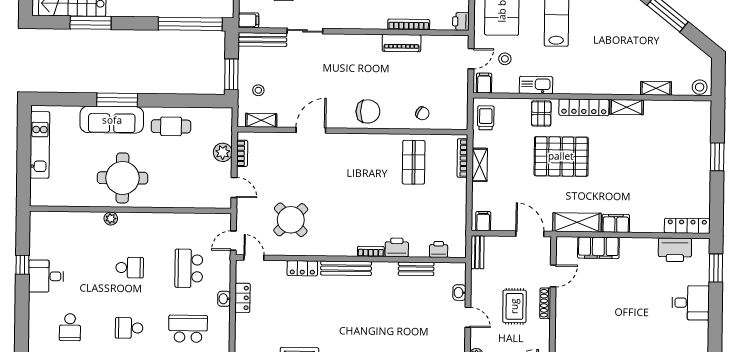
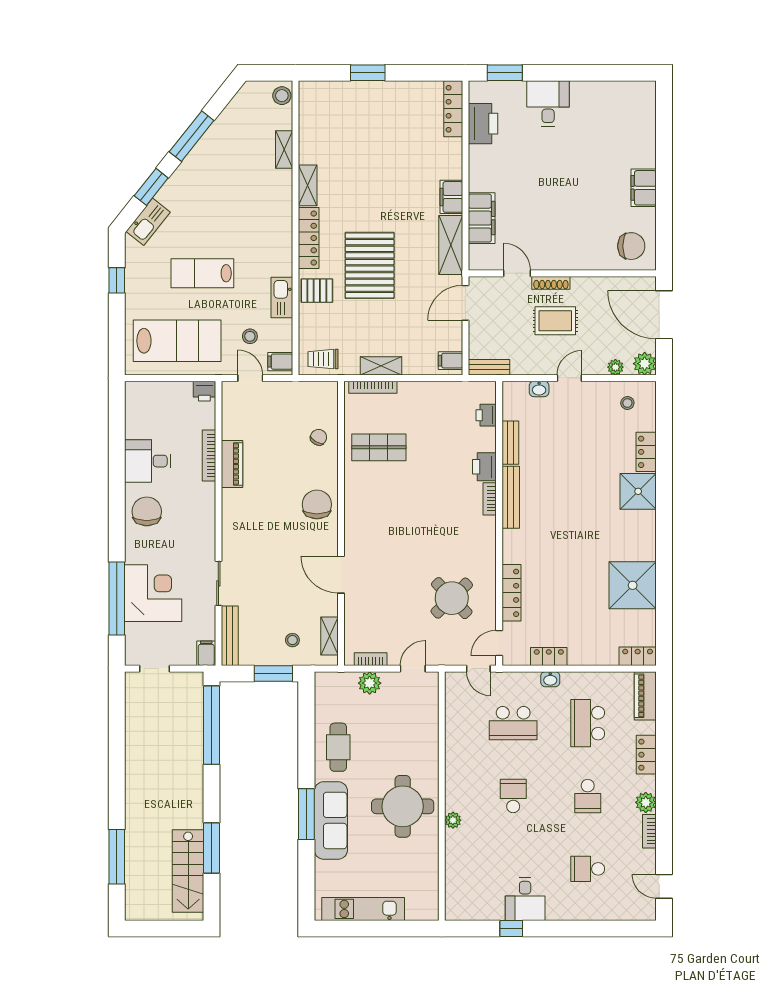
locker: (302, 268) -> (511, 593), width x1.53
bench: (346, 268) -> (511, 497), moved
school desk: (70, 327) -> (588, 869), turned 180

